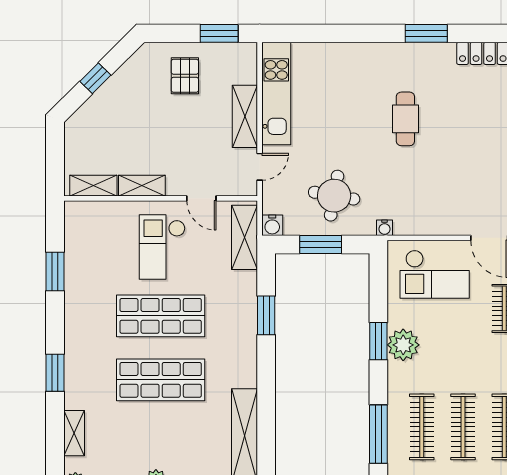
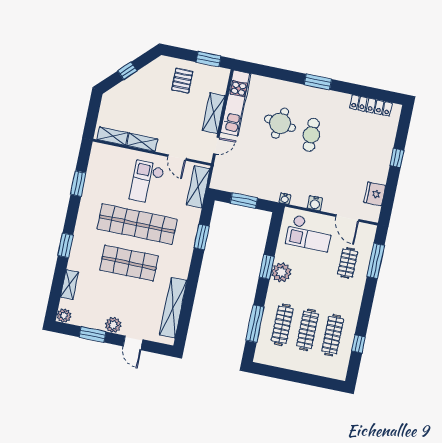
window: (426, 33) -> (318, 82), moved
round table: (334, 196) -> (280, 123), moved
water cooler: (272, 225) -> (315, 203), moved
shop shelf: (161, 316) -> (137, 224), width x1.40

